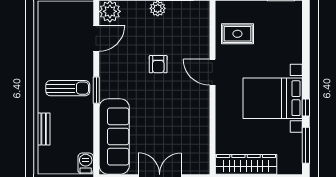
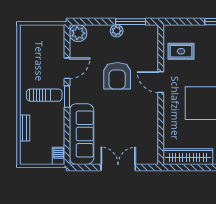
door: (96, 38) -> (67, 68), moved
armchair: (158, 64) -> (117, 76), width x1.88, depth x1.88

